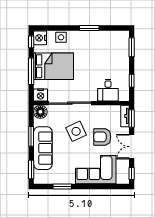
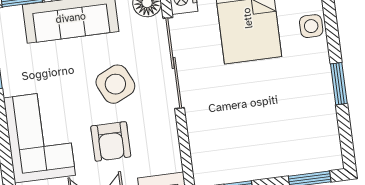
desk: (108, 90) -> (212, 141), removed
armchair: (102, 137) -> (111, 141), turned 180

